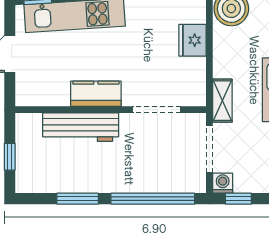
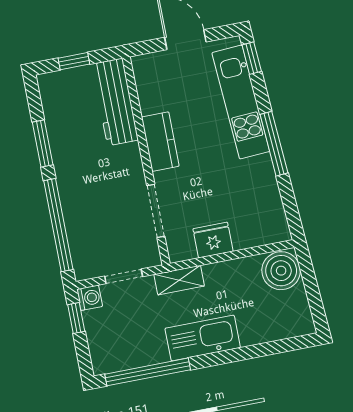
fridge: (192, 40) -> (213, 240), moved
workbench: (81, 127) -> (115, 102), moved
doorway: (209, 149) -> (124, 276), width x0.73

